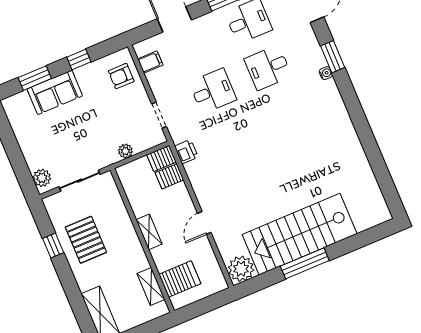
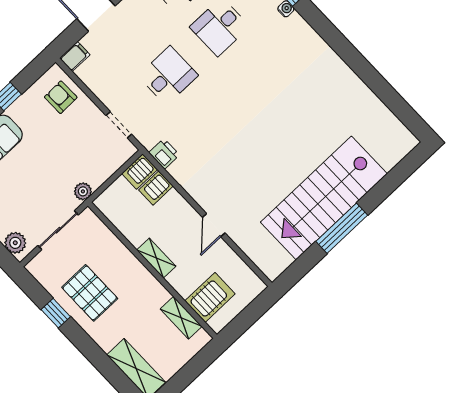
filing cabinet: (150, 62) -> (75, 56), moved
armchair: (121, 76) -> (61, 97), turned 89
plant: (125, 151) -> (83, 191), moved
plant: (241, 269) -> (273, 261), removed

